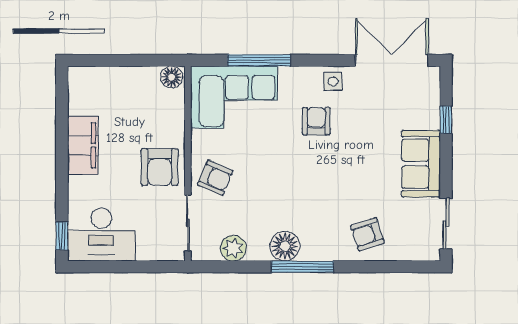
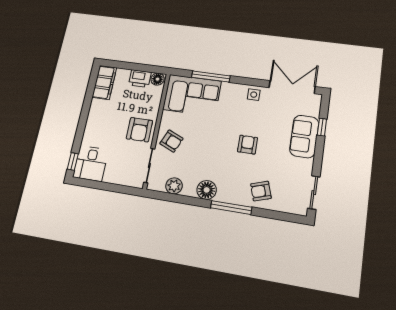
printer: (142, 80) -> (140, 79), added
armchair: (316, 121) -> (247, 145), moved
filing cabinet: (83, 145) -> (104, 82), moved
sofa: (421, 164) -> (304, 136), moved
desk: (101, 235) -> (91, 164), width x0.73
window: (302, 267) -> (231, 208), moved

